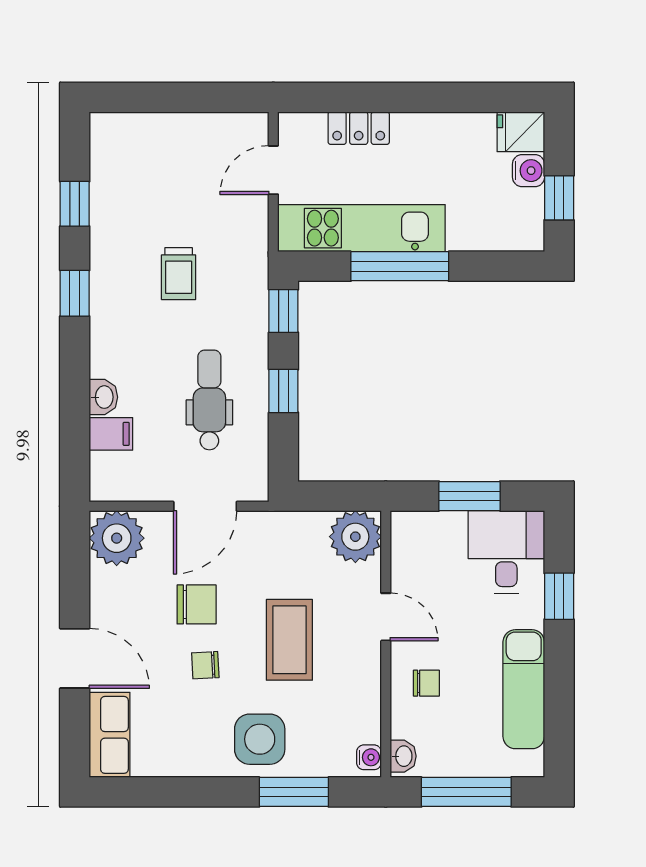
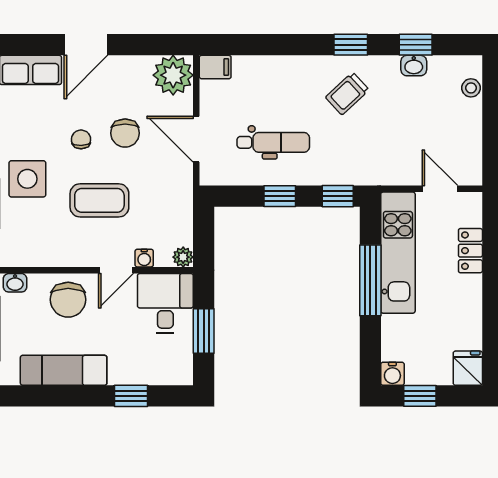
stool: (134, 127) -> (471, 88), added
water cooler: (529, 171) -> (392, 374), moved
trolley: (179, 274) -> (347, 94), moved, turned -43
washbasin: (103, 397) -> (414, 66), moved
filing cabinet: (111, 434) -> (215, 67), moved, turned -90
plant: (355, 537) -> (183, 257), width x0.53, depth x0.53
desk: (506, 552) -> (165, 303), moved, turned -90
chair: (426, 683) -> (68, 300), width x1.87, depth x1.87
water cooler: (369, 757) -> (144, 258), moved

